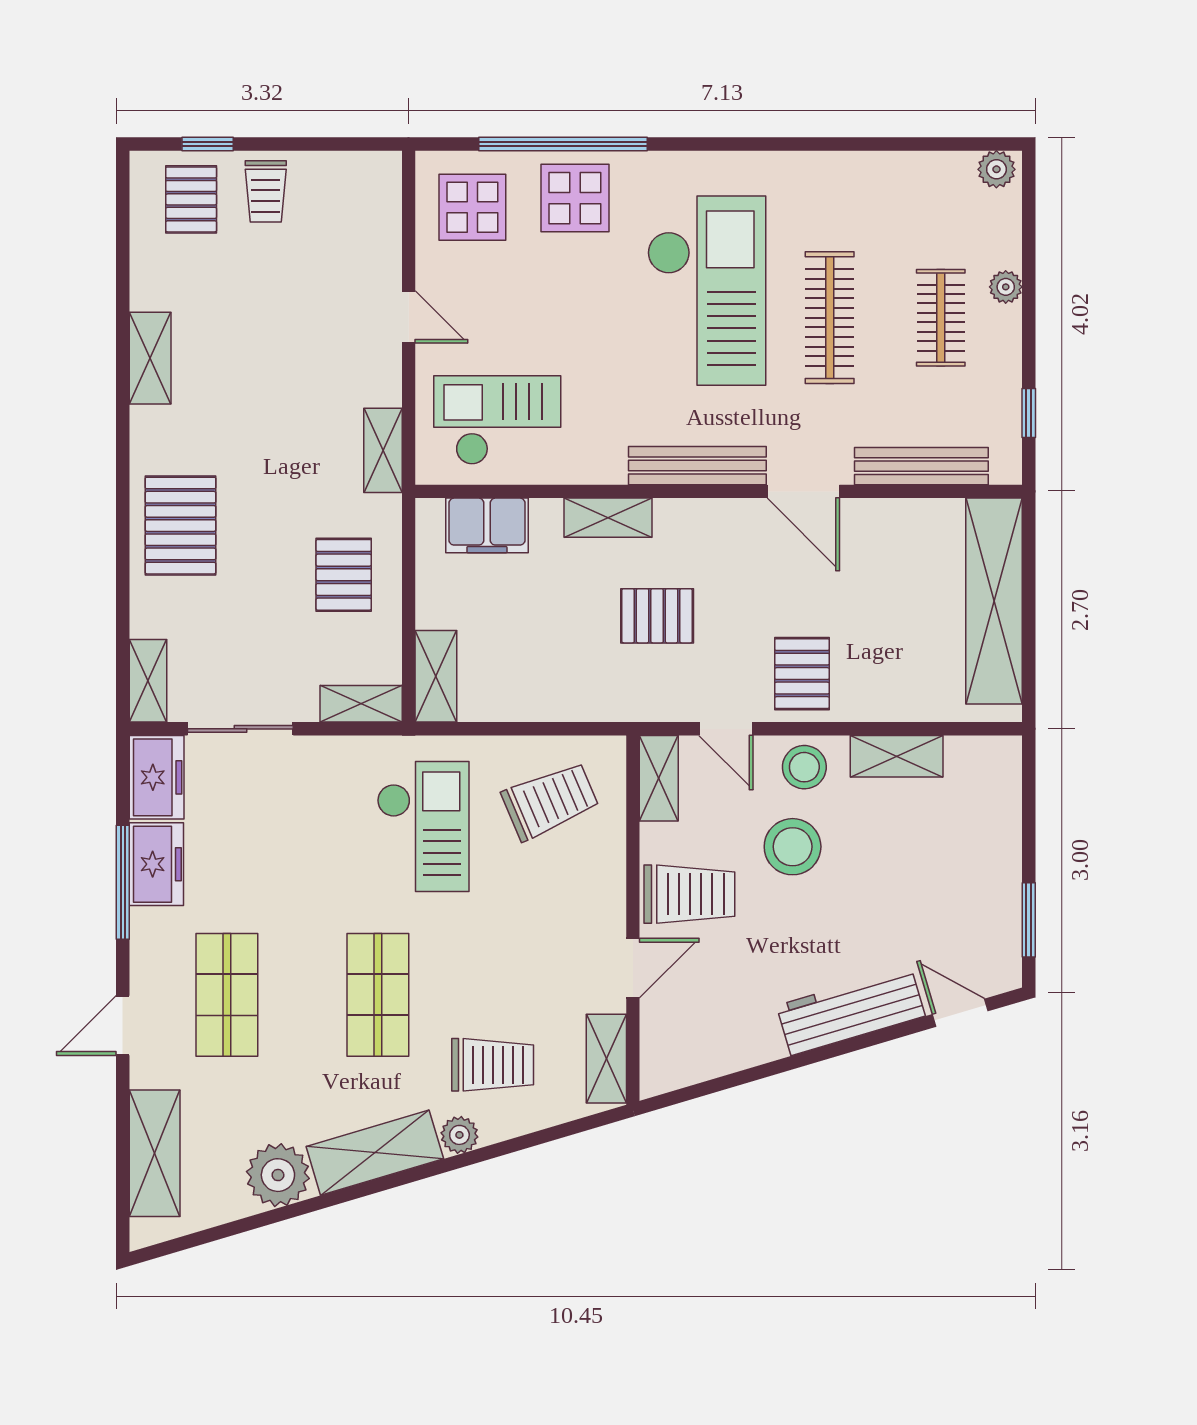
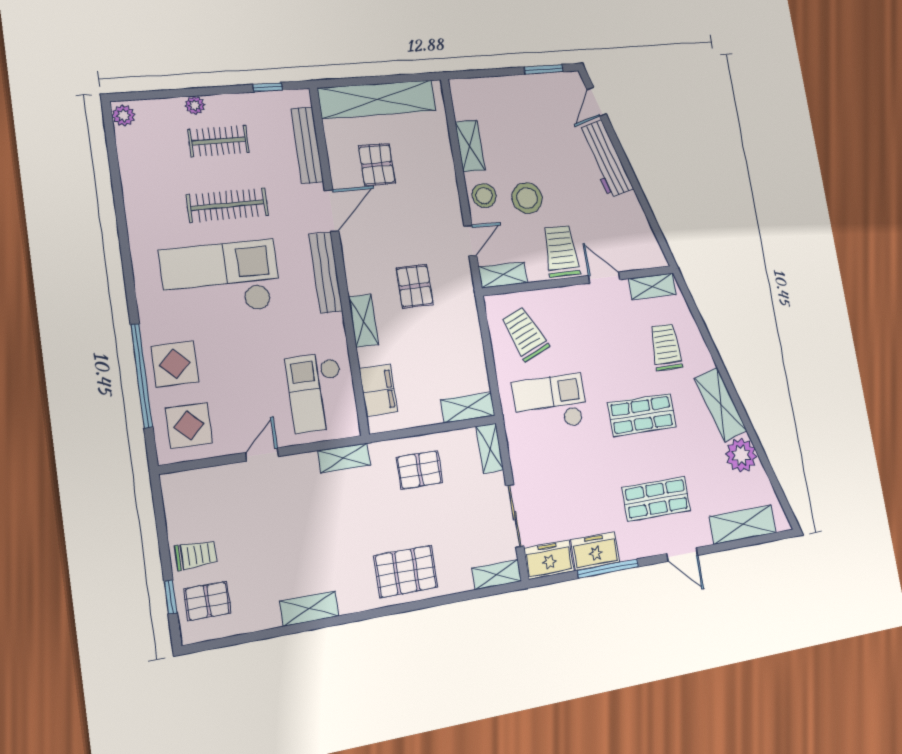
pallet: (802, 674) -> (377, 165), moved, turned 90
plant: (459, 1135) -> (704, 360), removed

